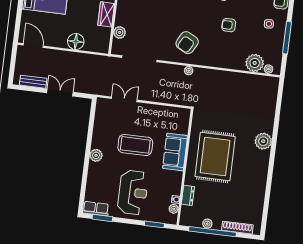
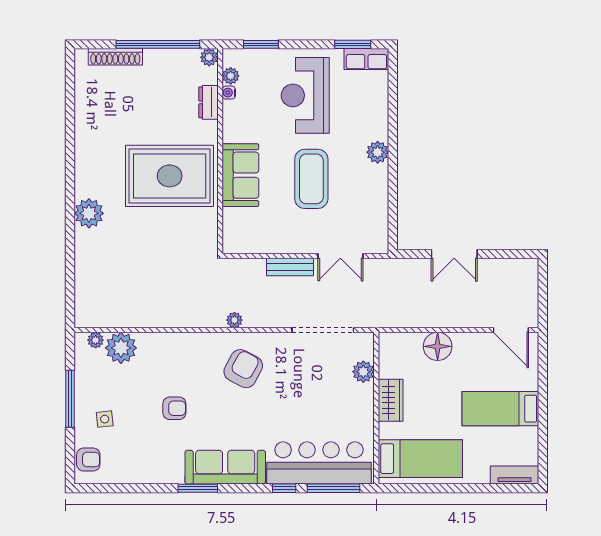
bench: (33, 82) -> (290, 267), moved
coffee table: (135, 145) -> (311, 179), turned 90
rug: (215, 157) -> (170, 176), turned 90
plant: (207, 224) -> (209, 57), moved

